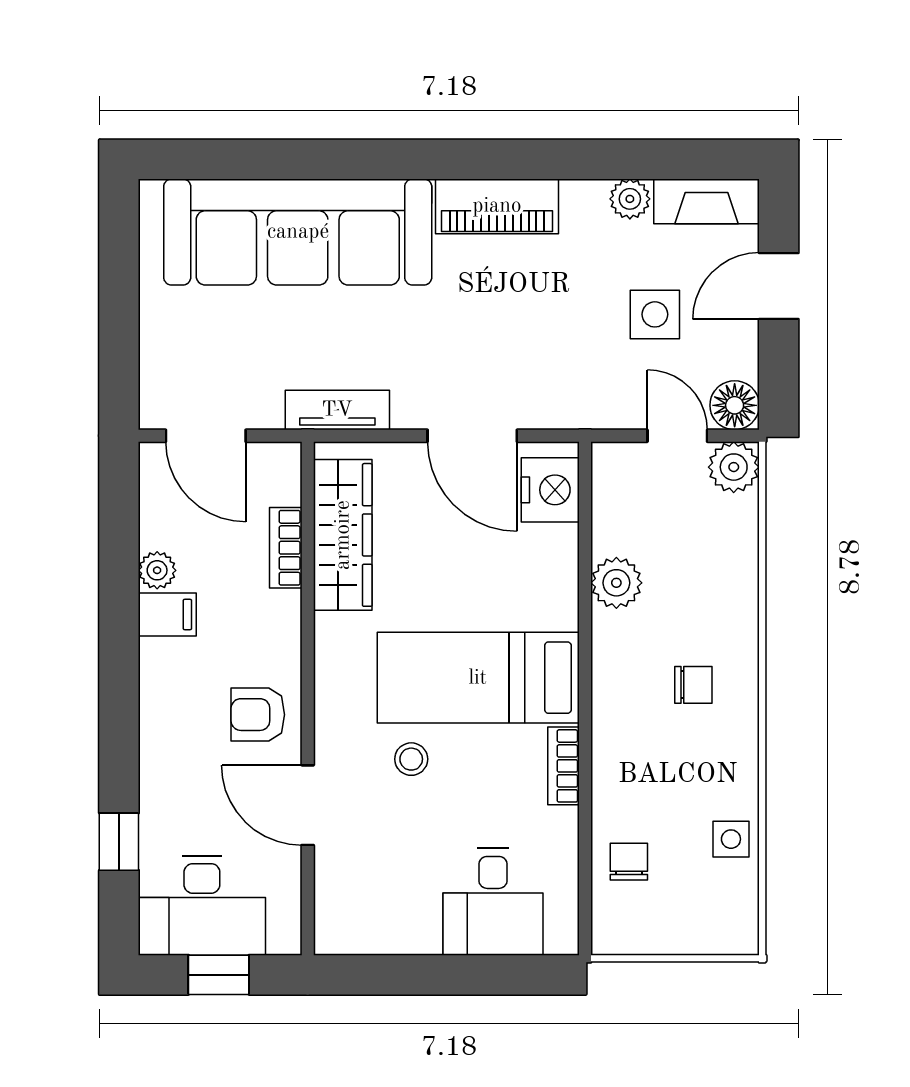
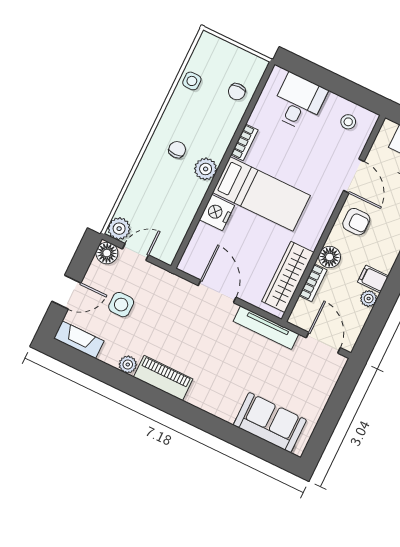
plant: (630, 199) -> (128, 365), moved
sofa: (298, 232) -> (270, 423), width x0.54, depth x0.79
tv unit: (337, 410) -> (266, 328), width x1.41
door: (677, 436) -> (136, 252), swing flipped
nightstand: (550, 490) -> (217, 213), moved
plant: (616, 583) -> (206, 169), moved
floor lamp: (277, 616) -> (330, 257), added
chair: (693, 685) -> (177, 150), turned 90
stool: (411, 759) -> (348, 122), moved

